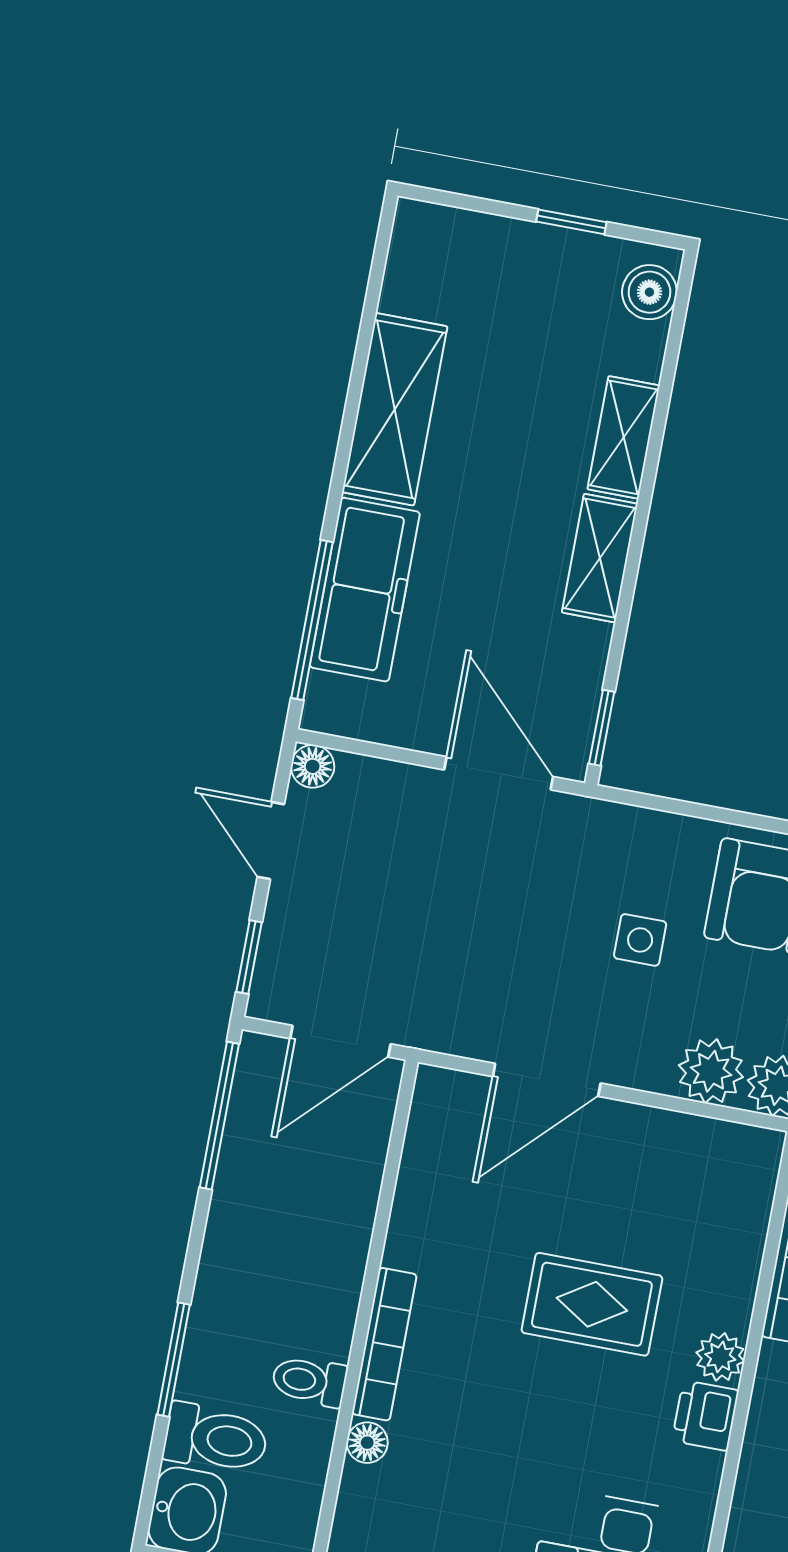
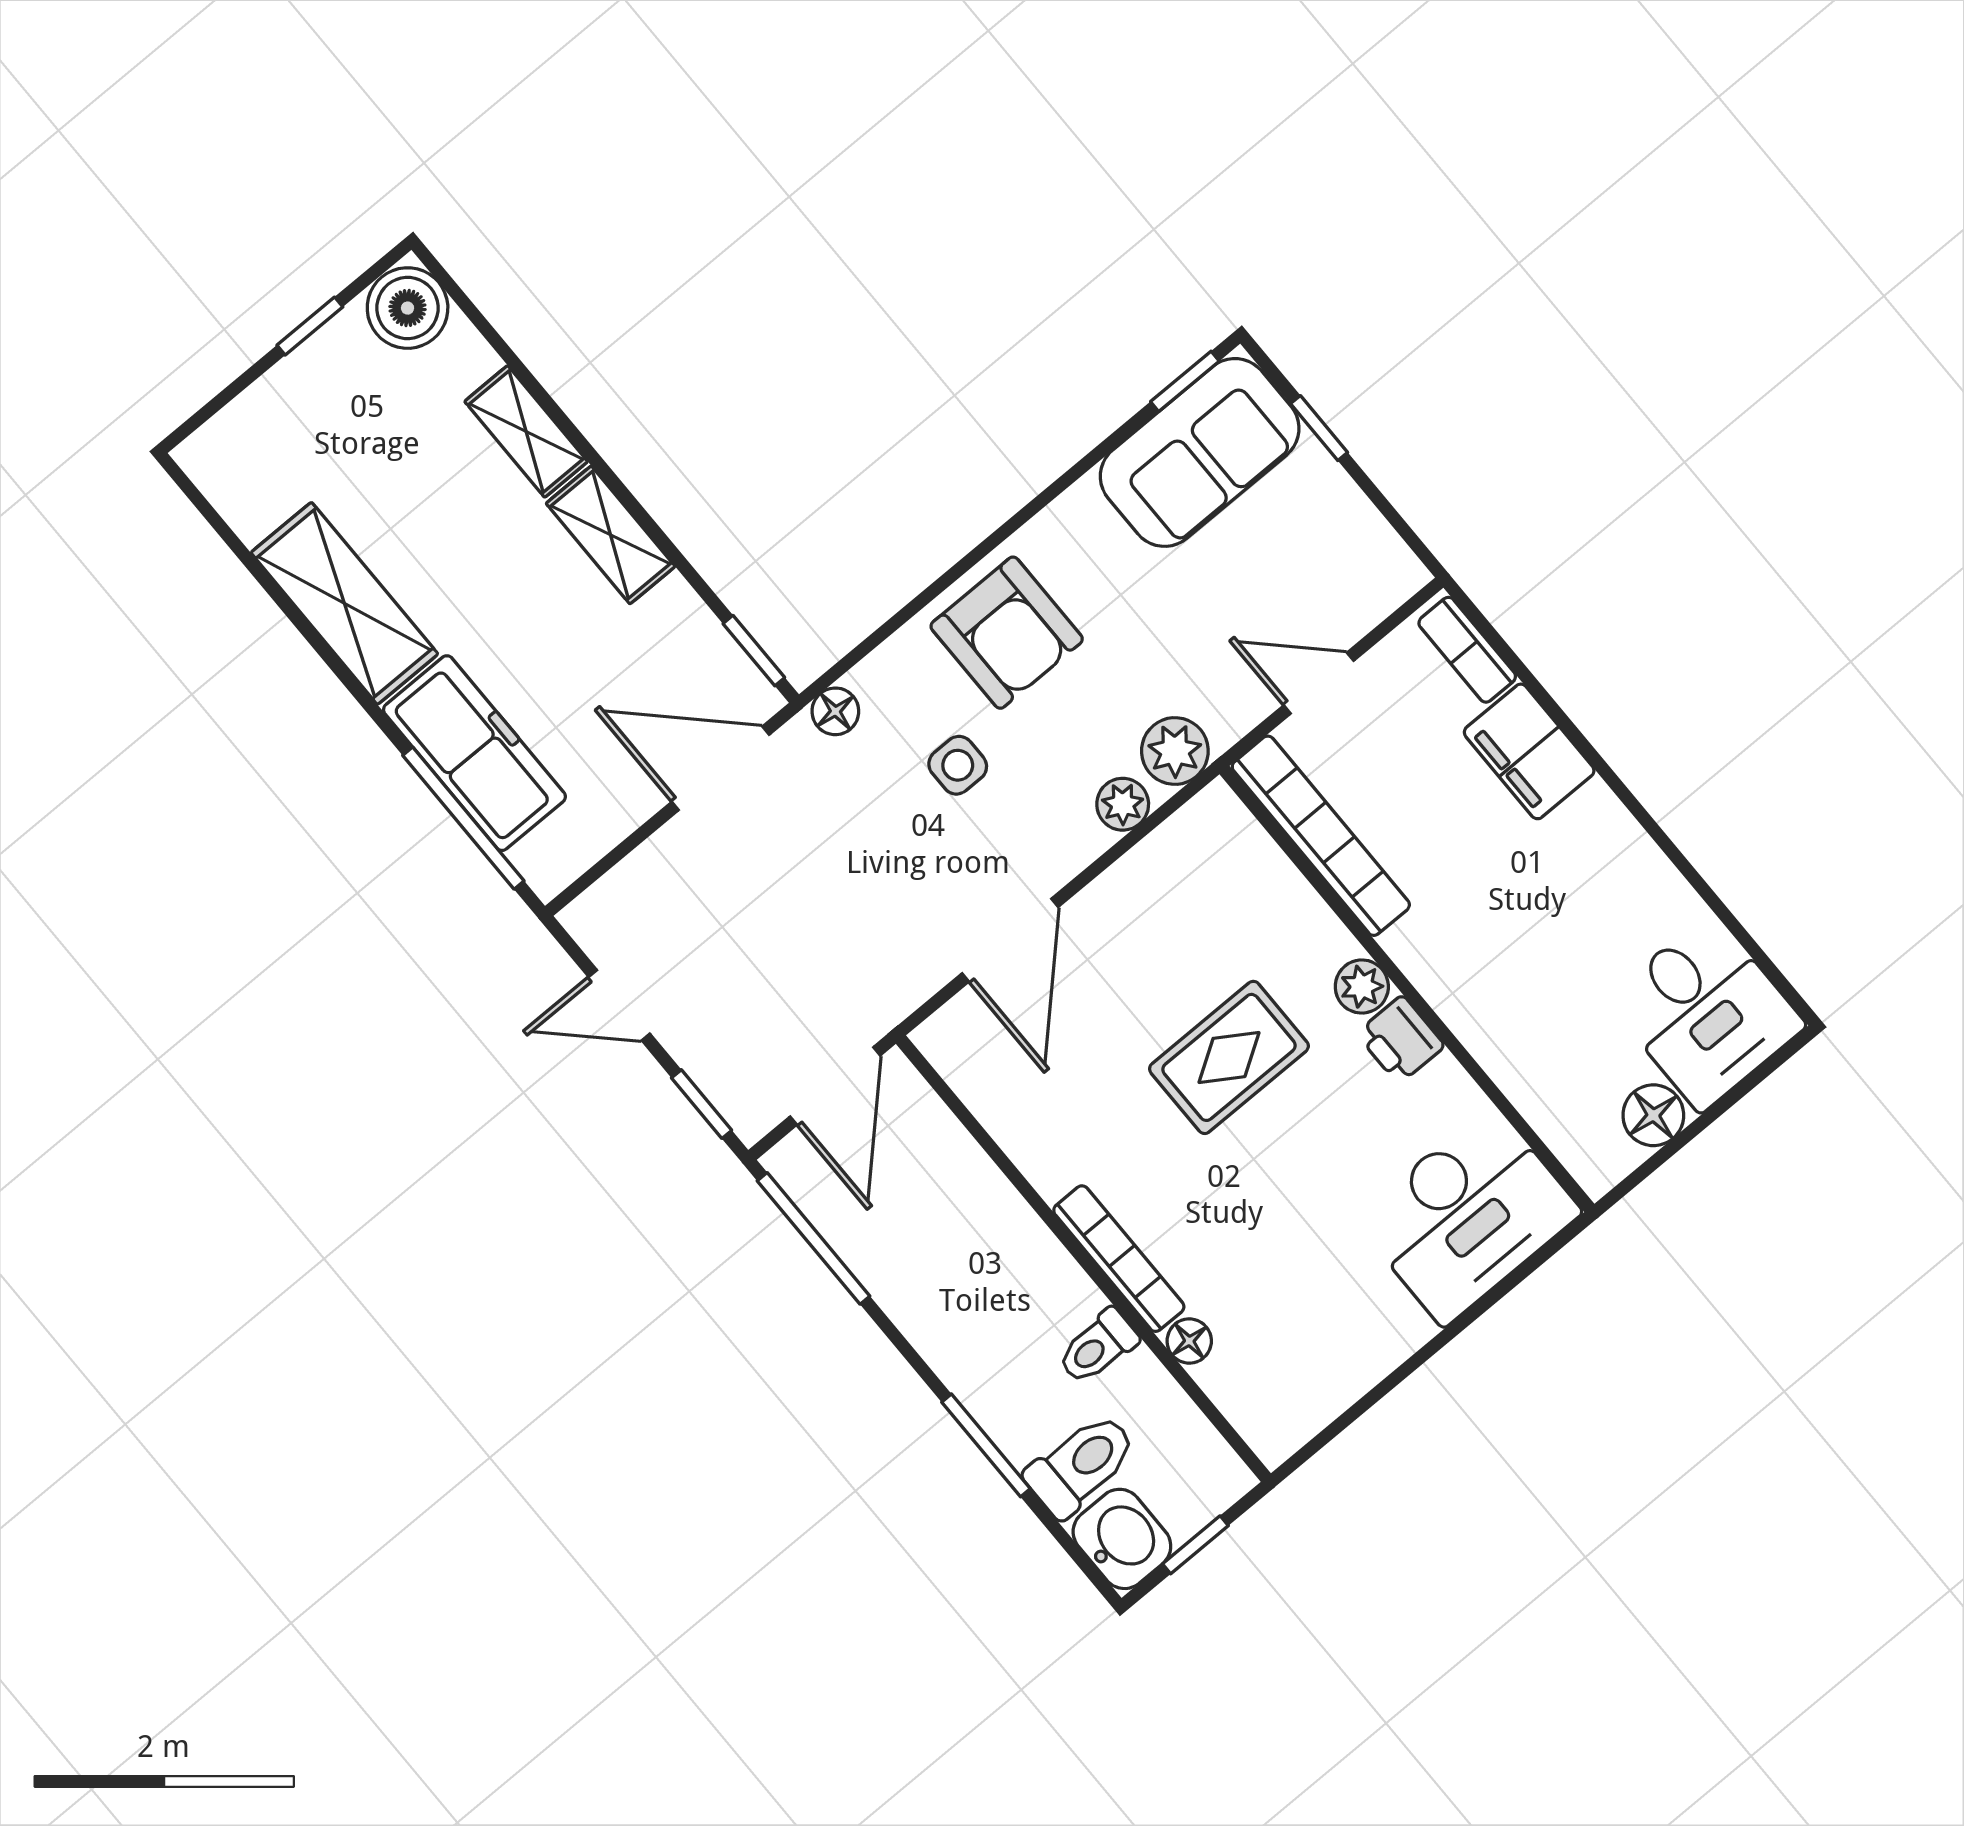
boiler: (649, 292) -> (408, 308), width x1.36, depth x1.36
floor lamp: (313, 766) -> (835, 711), moved
plant: (711, 1071) -> (1123, 804), width x0.73, depth x0.73

